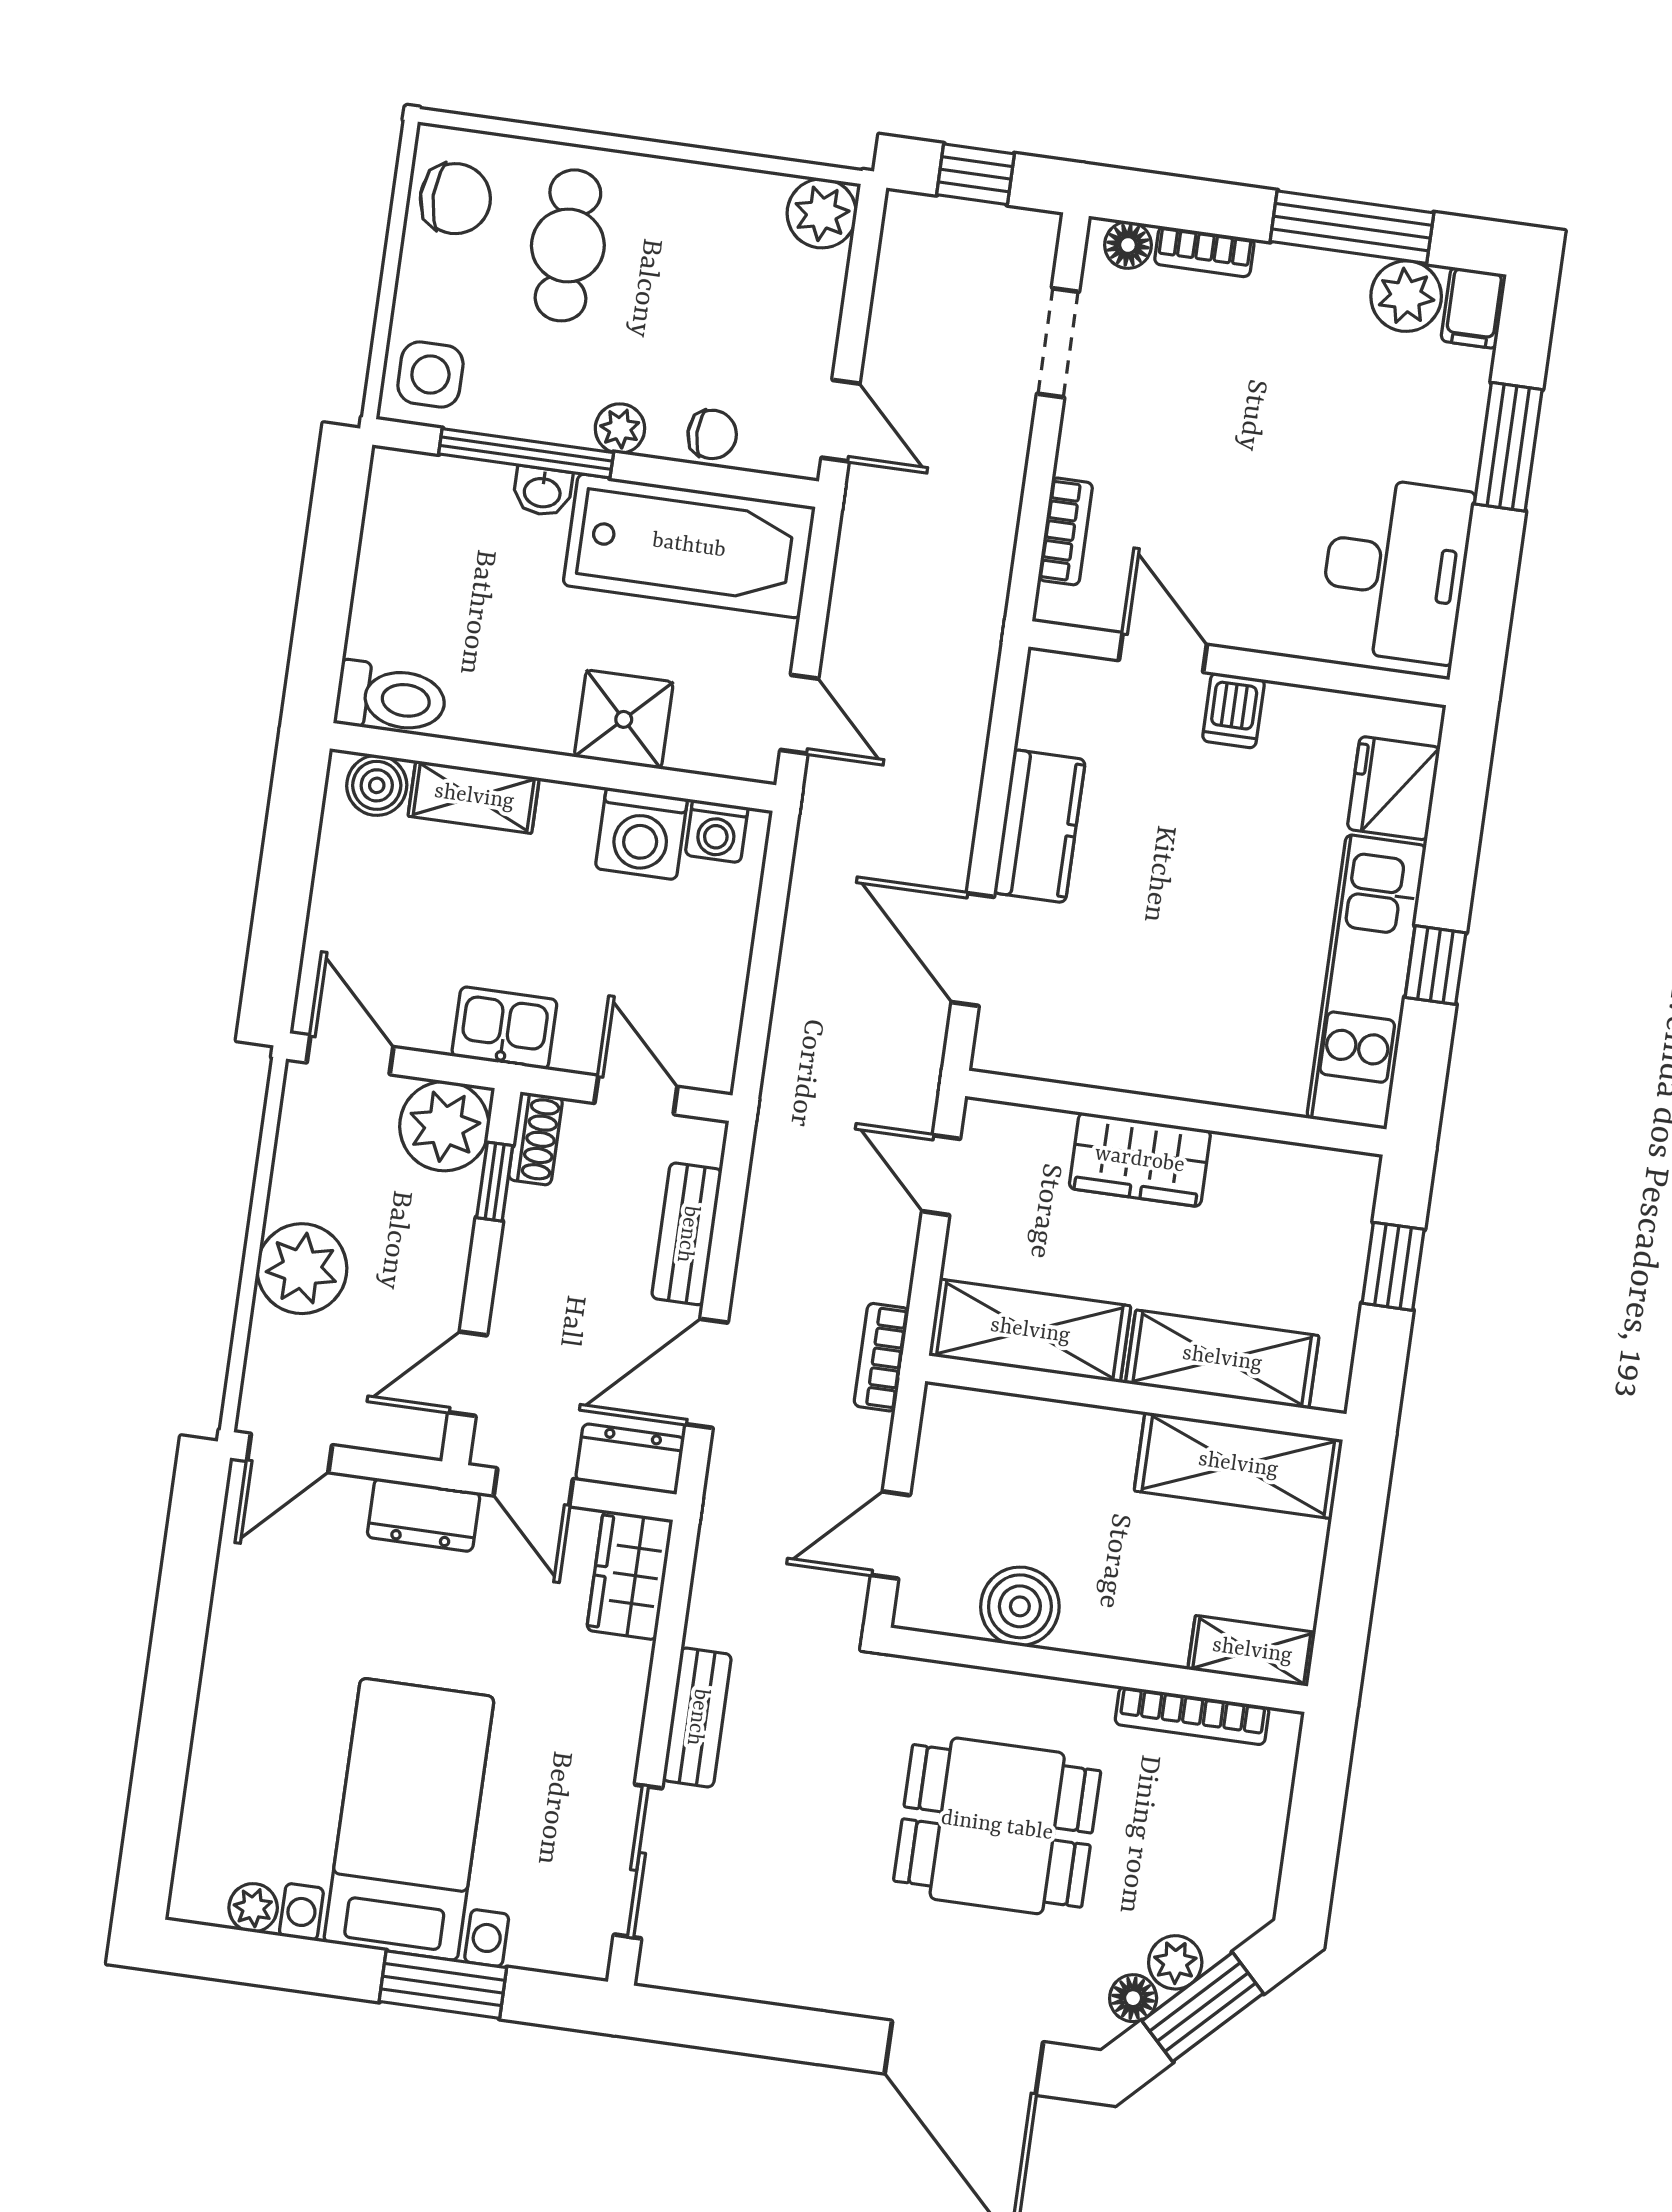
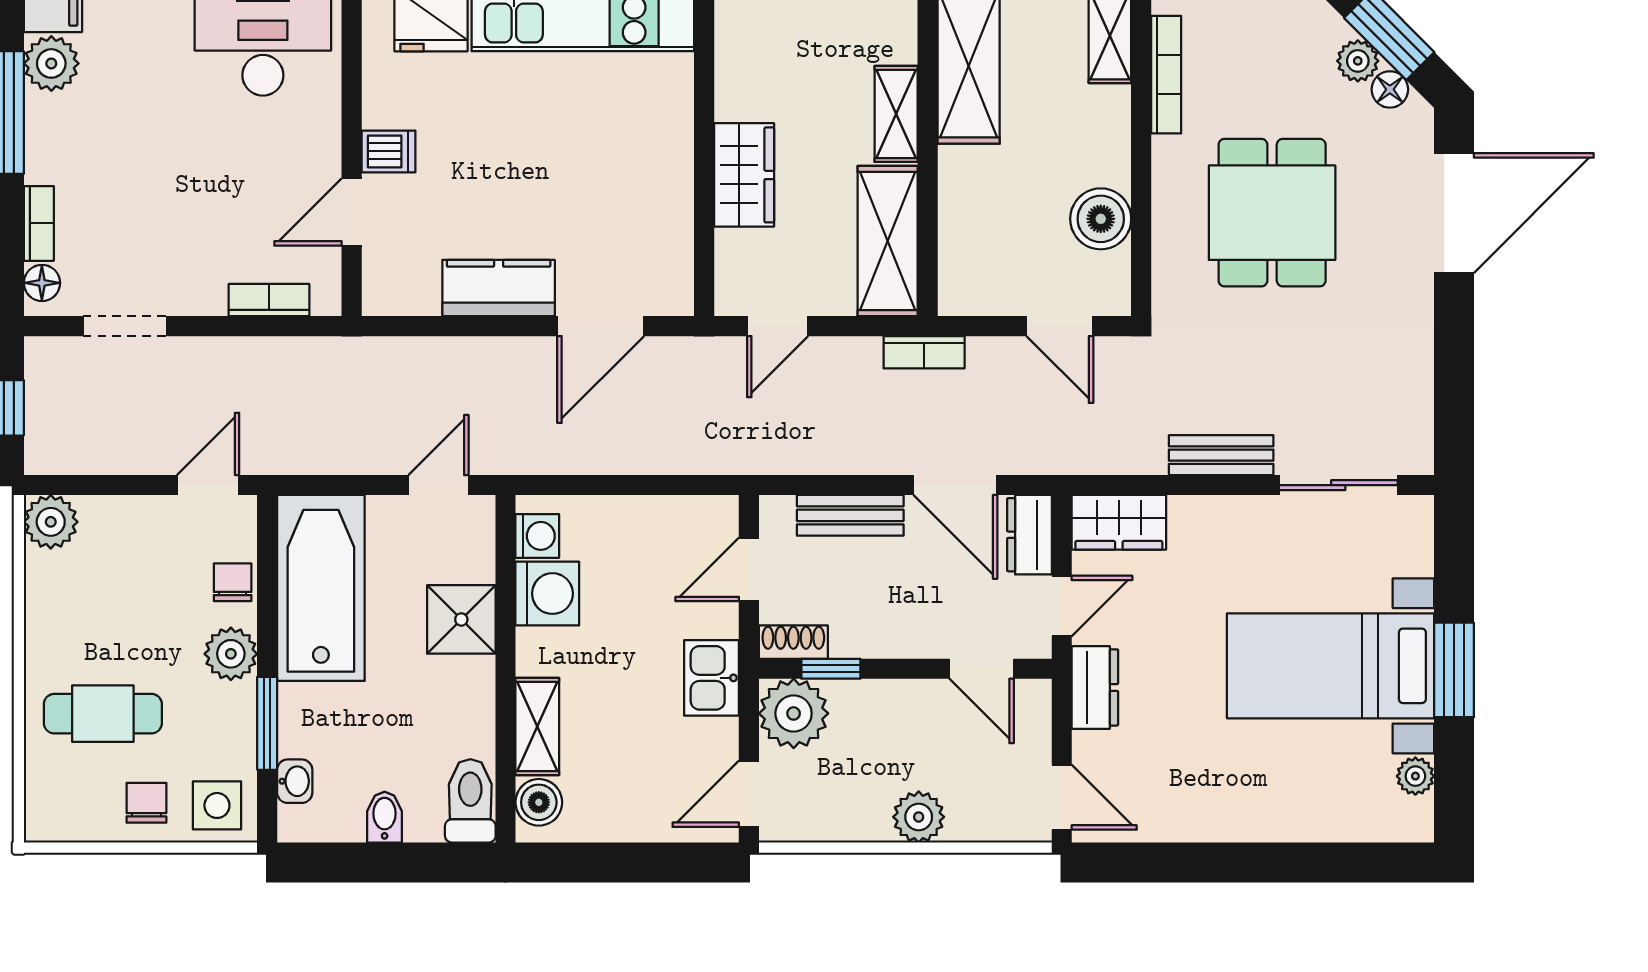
chair: (455, 199) -> (146, 803), moved, width x0.73, depth x0.73
plant: (620, 429) -> (231, 654), width x1.38, depth x1.38
window: (526, 453) -> (267, 723), width x0.69
washbasin: (542, 491) -> (295, 781), moved
bidet: (386, 586) -> (385, 817), added
plant: (302, 1269) -> (919, 817), width x0.73, depth x0.73
shelving: (1222, 1359) -> (896, 114), width x0.67, depth x0.75
window: (443, 1985) -> (1454, 670), moved

